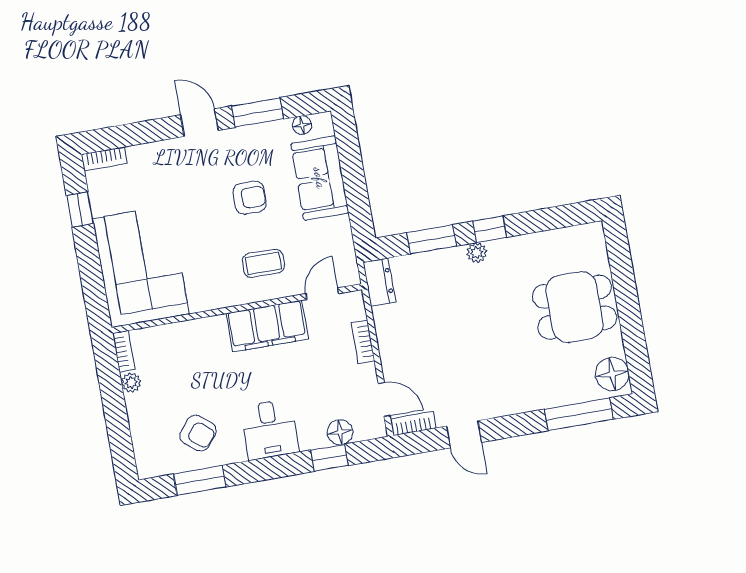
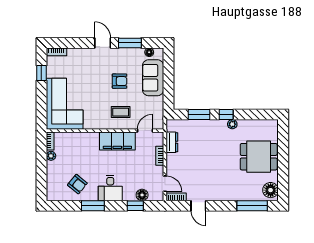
plant: (477, 253) -> (232, 124), moved
dresser: (379, 282) -> (172, 142), moved
window: (200, 480) -> (93, 206), moved

